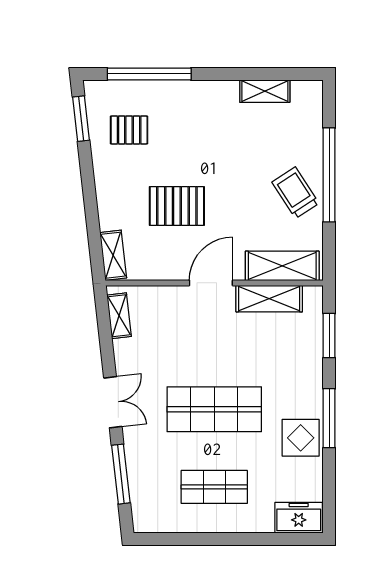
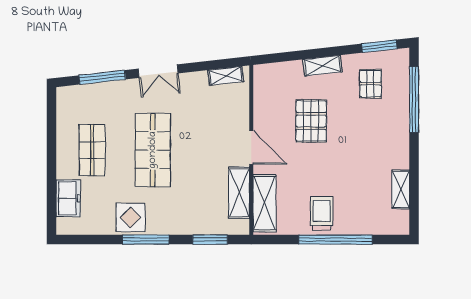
trolley: (295, 193) -> (322, 213), turned -57
shelving: (113, 255) -> (322, 66), moved
freezer: (299, 518) -> (68, 198), moved

